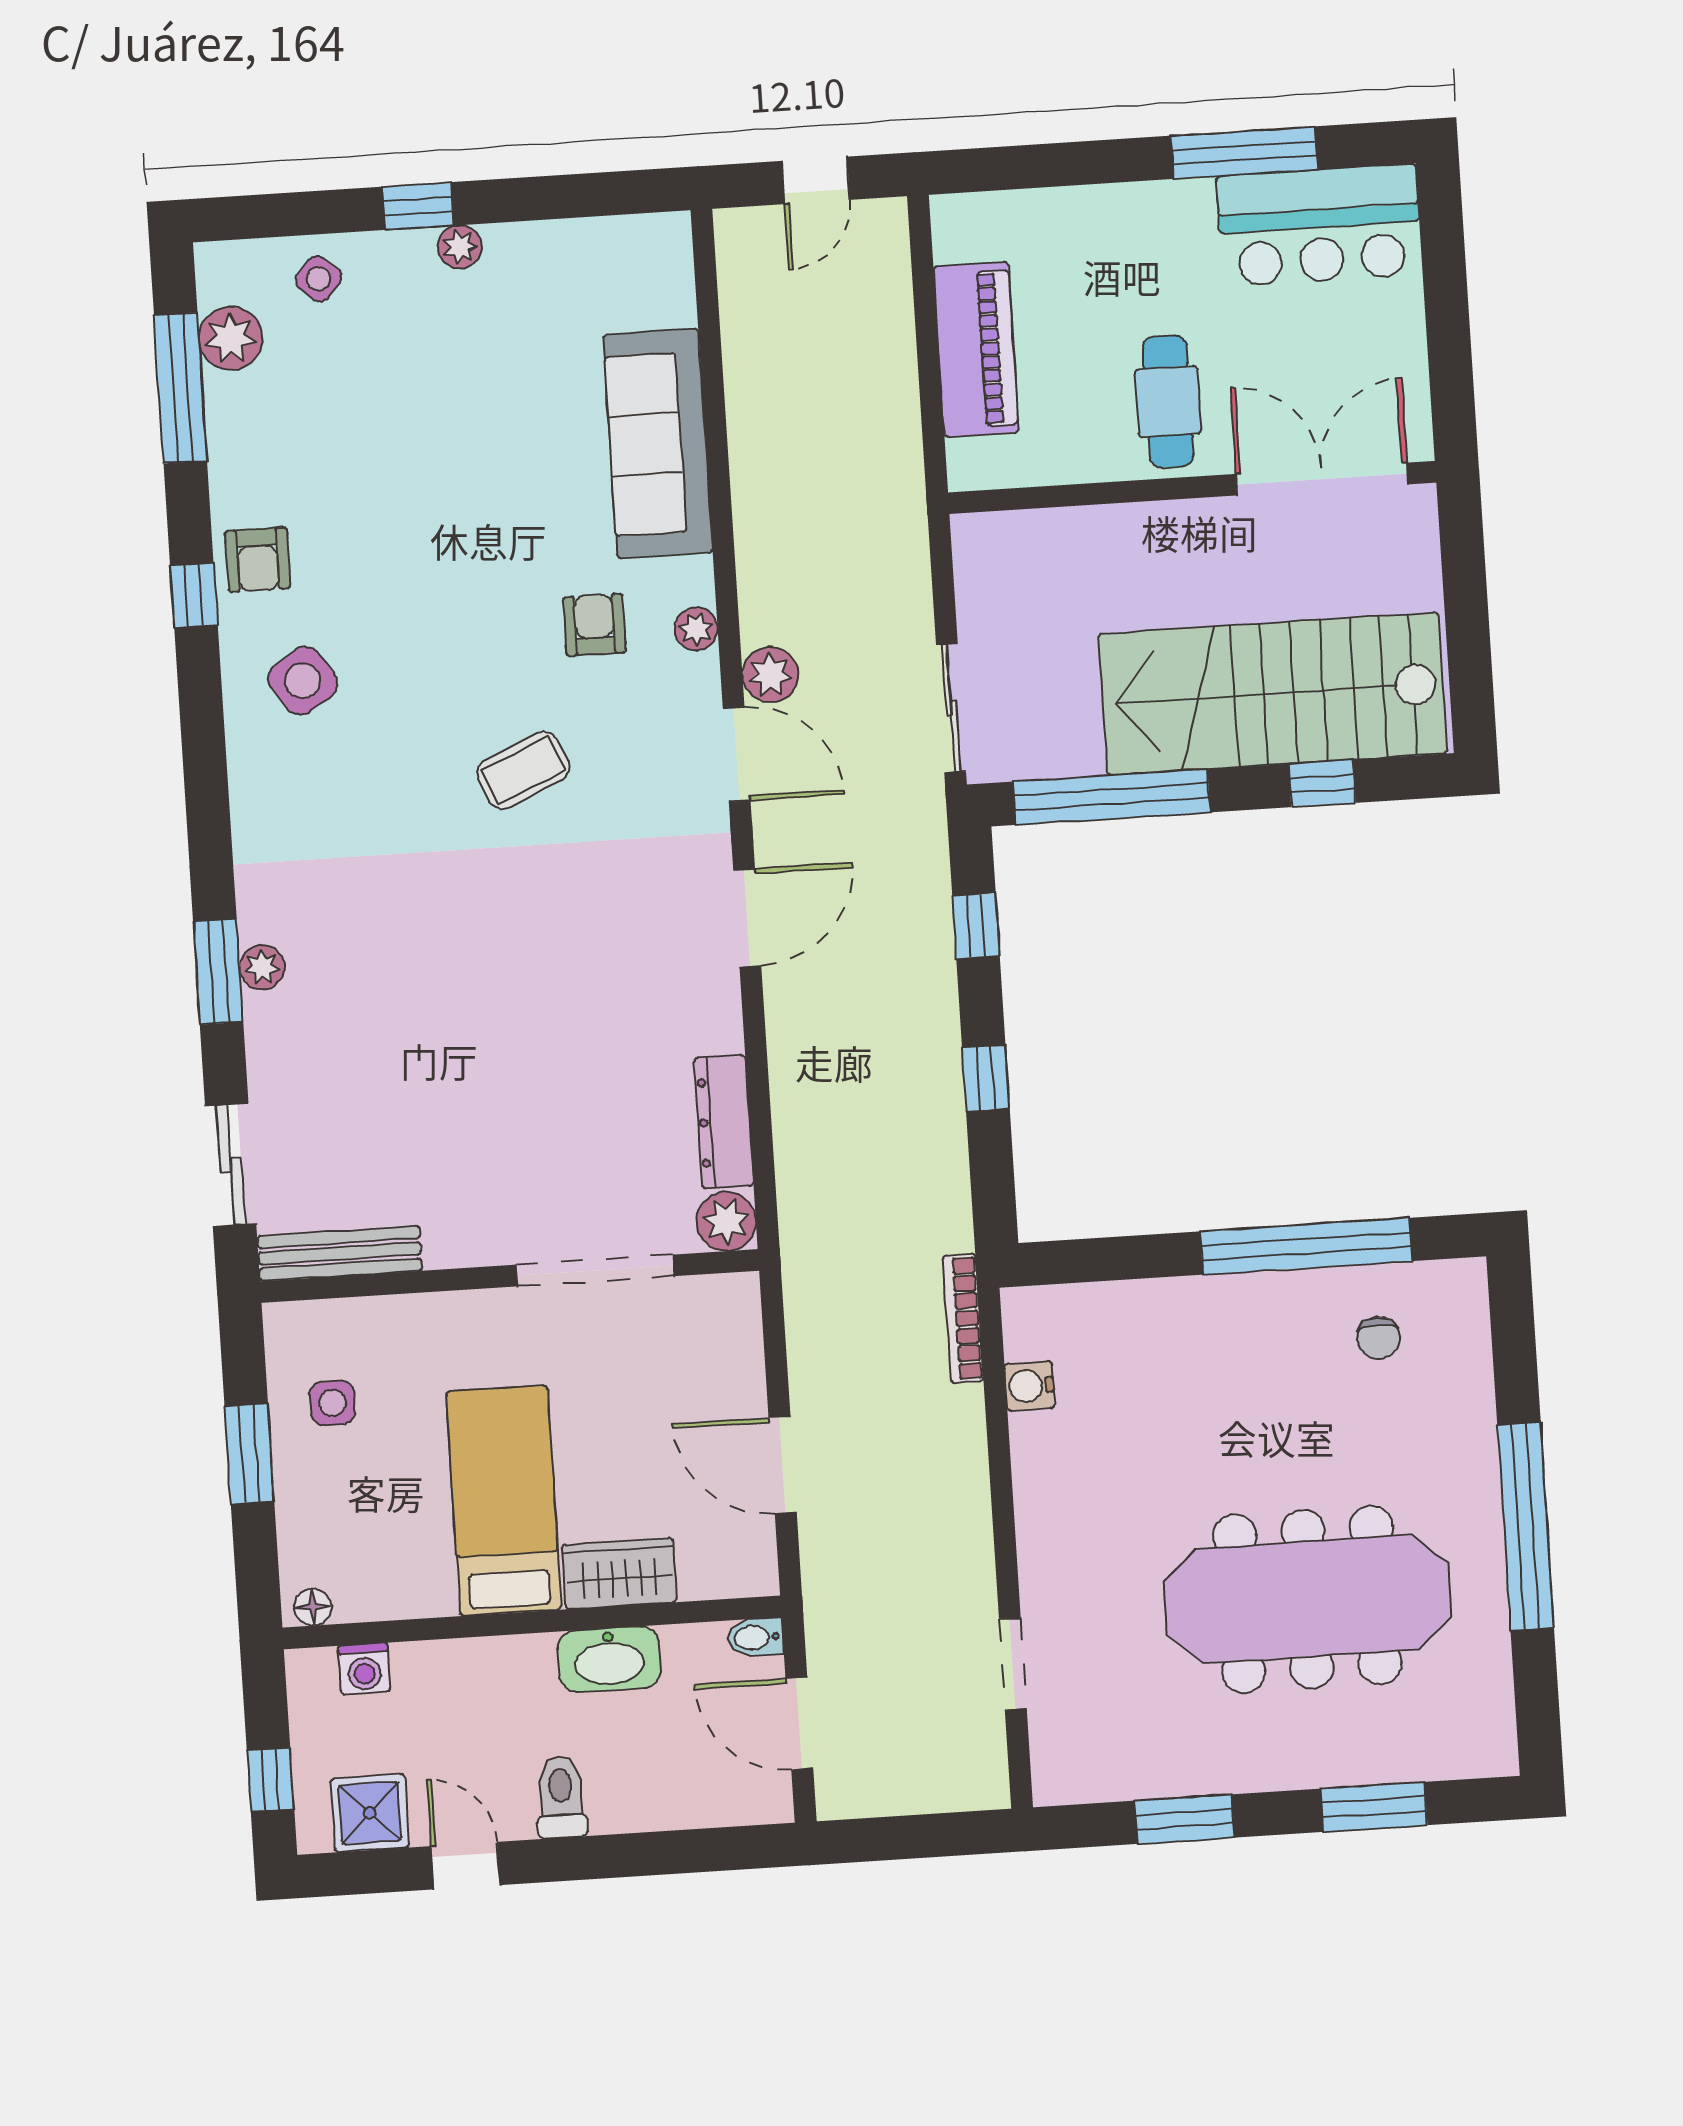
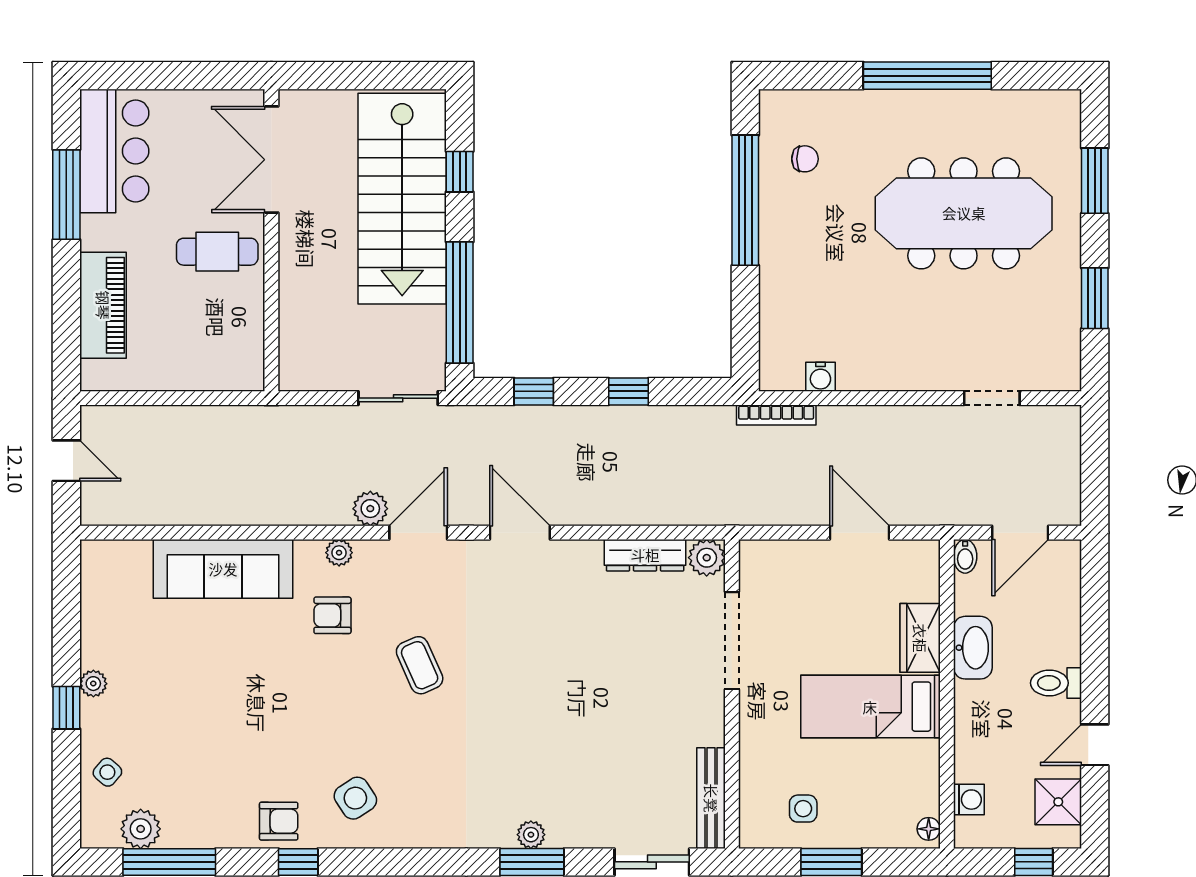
piano: (976, 349) -> (103, 305), moved, turned 90
door: (783, 1465) -> (860, 533), swing flipped
meeting table: (1307, 1599) -> (964, 213), turned 90

